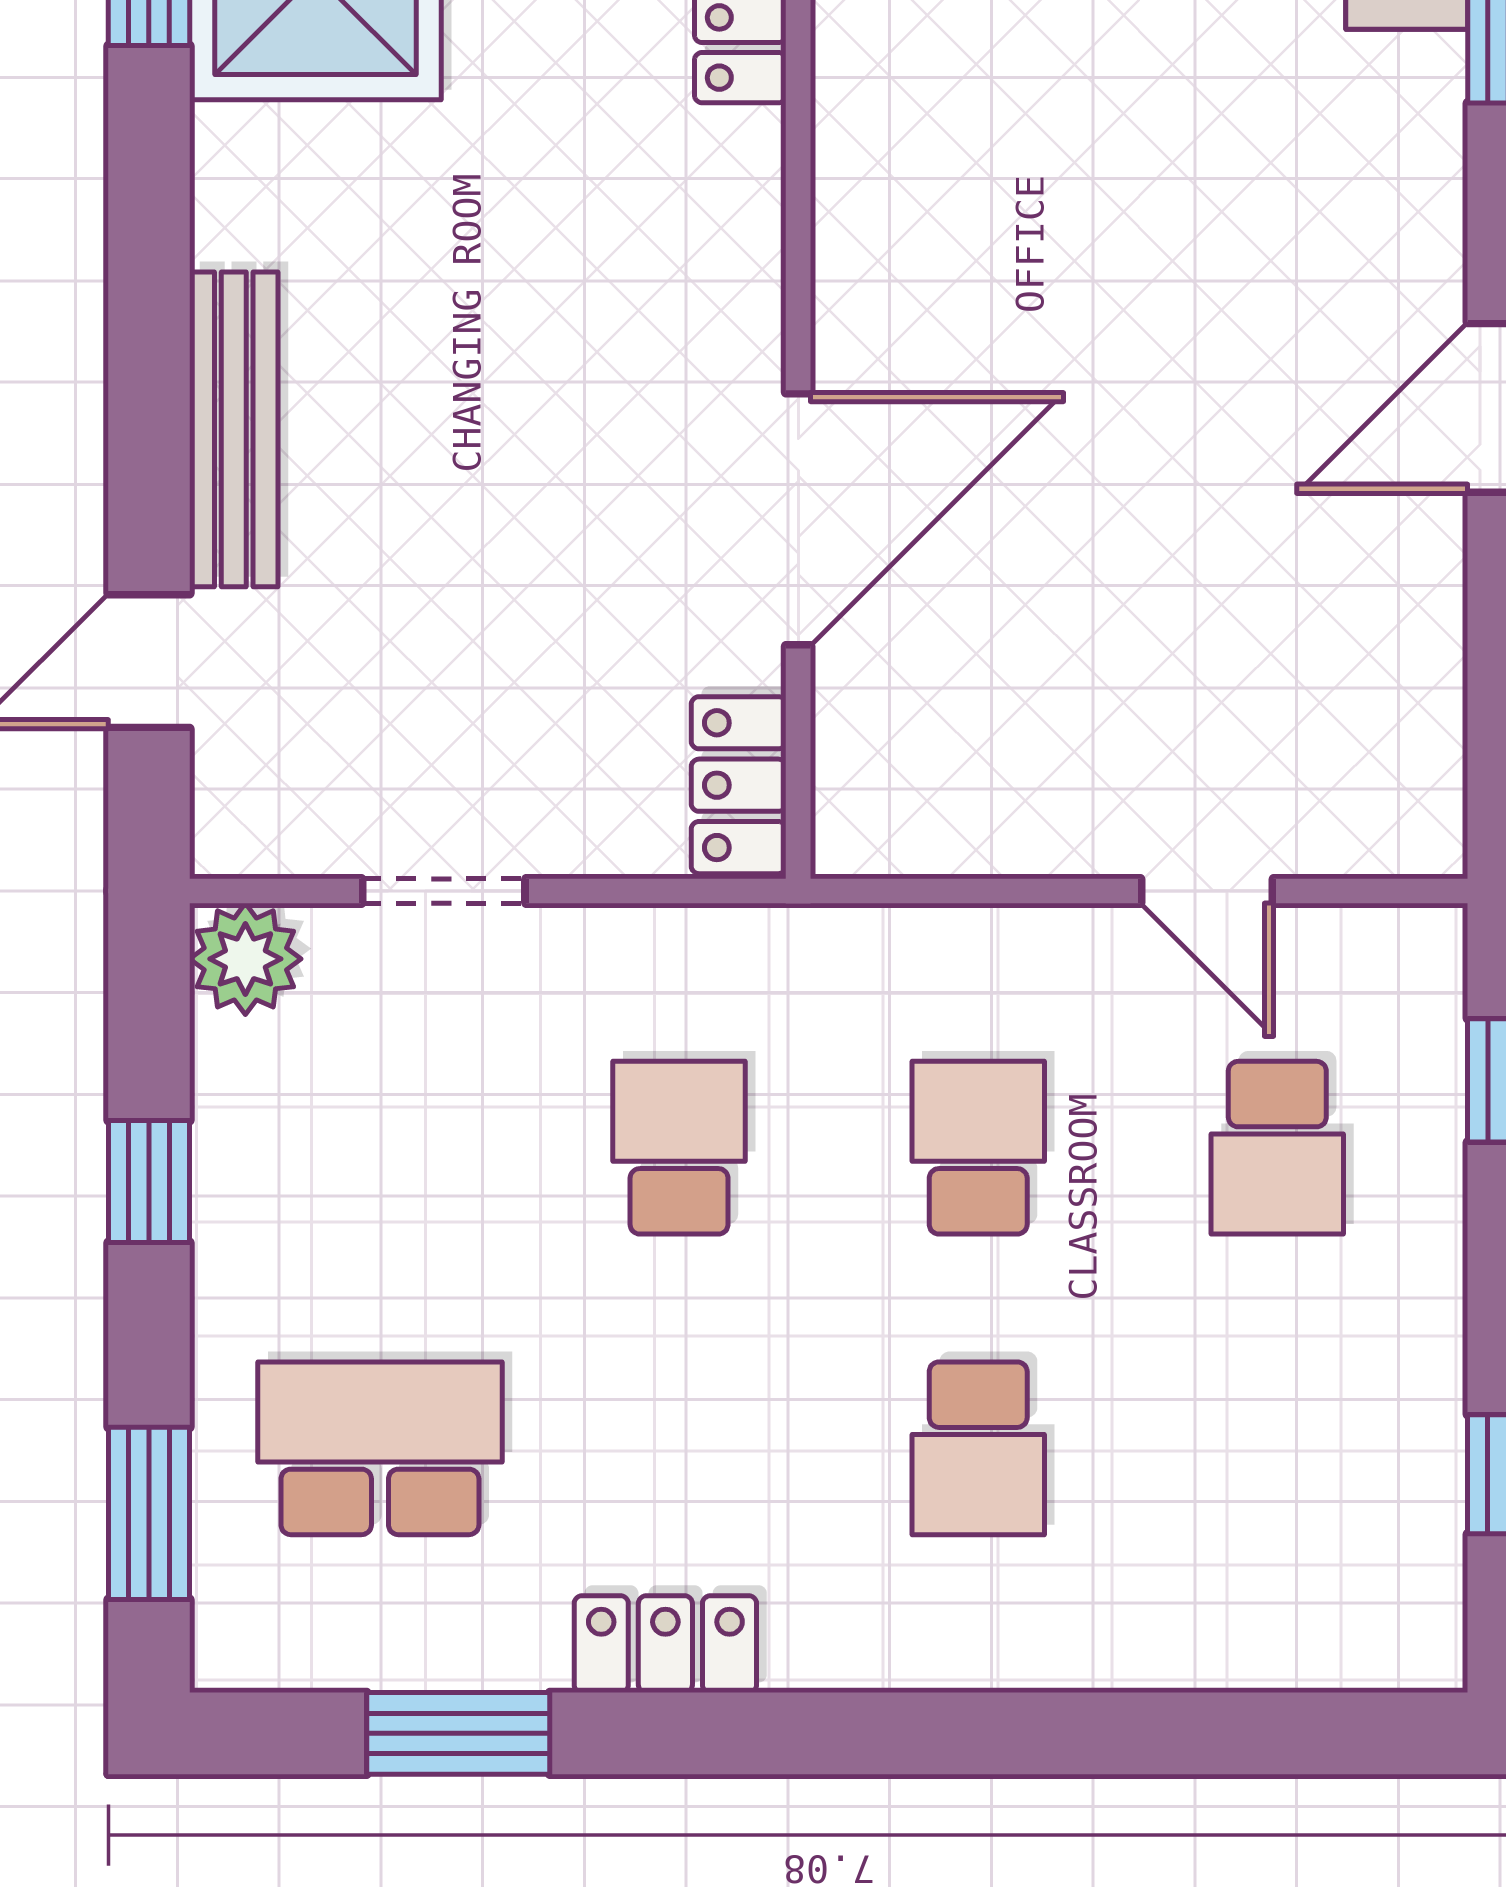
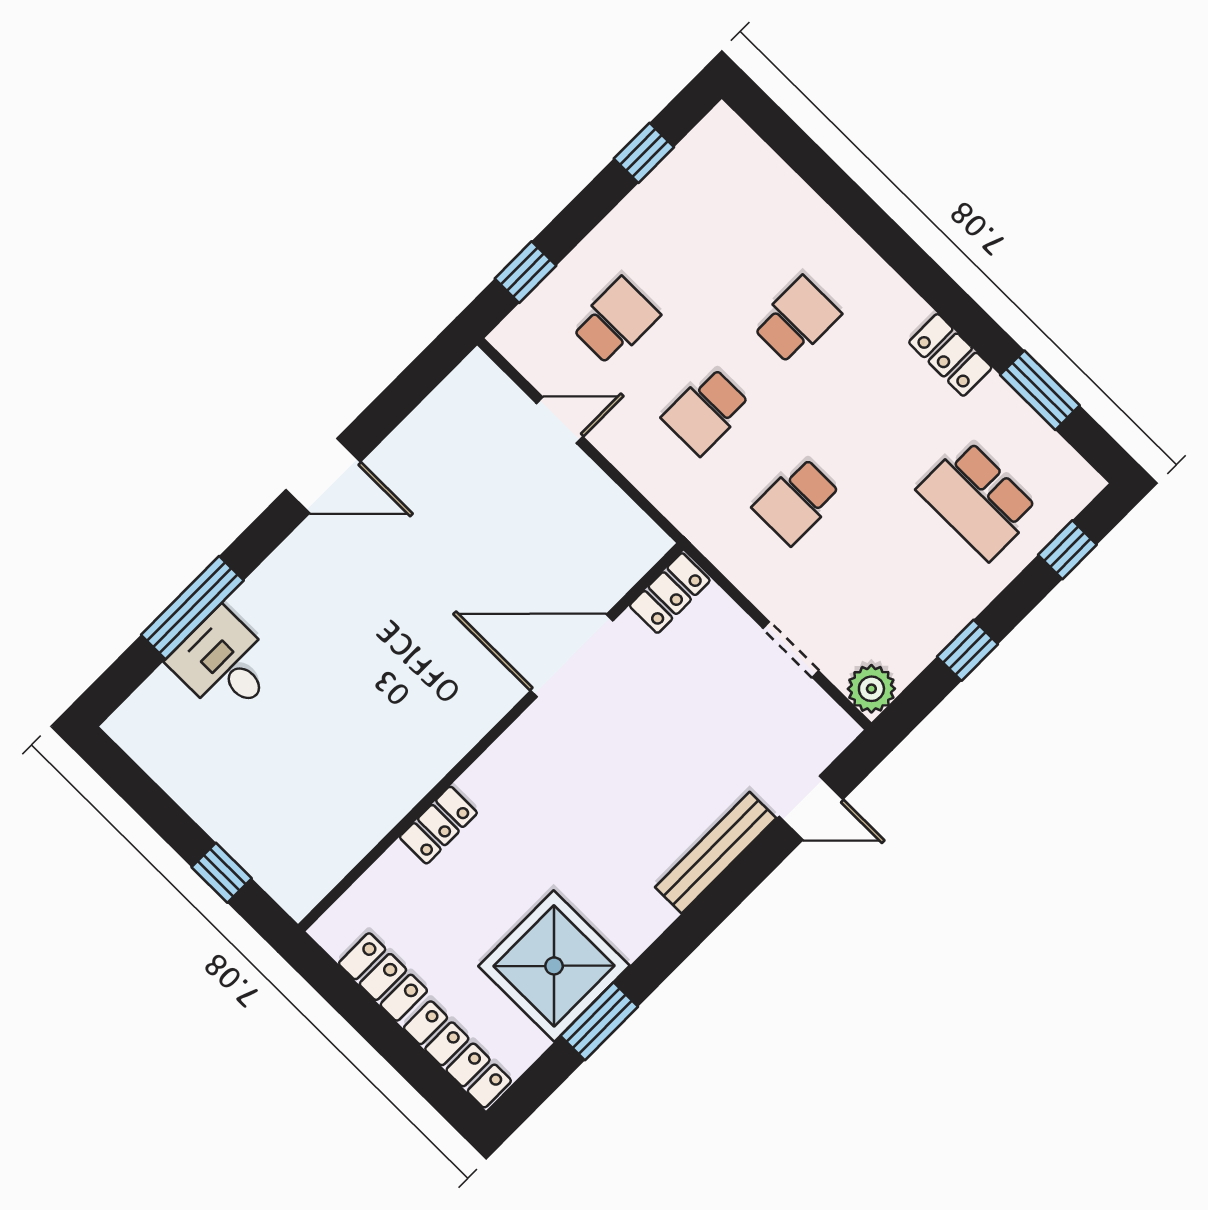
door: (1207, 891) -> (560, 420), hinge flipped
window: (149, 1513) -> (1067, 550), width x0.67

